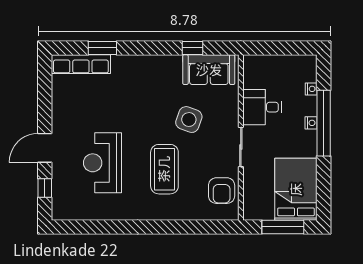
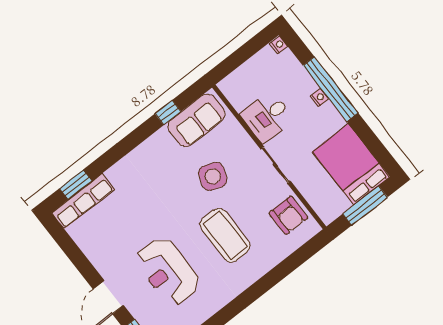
window: (102, 48) -> (76, 185), moved
nightstand: (311, 89) -> (279, 45), moved

